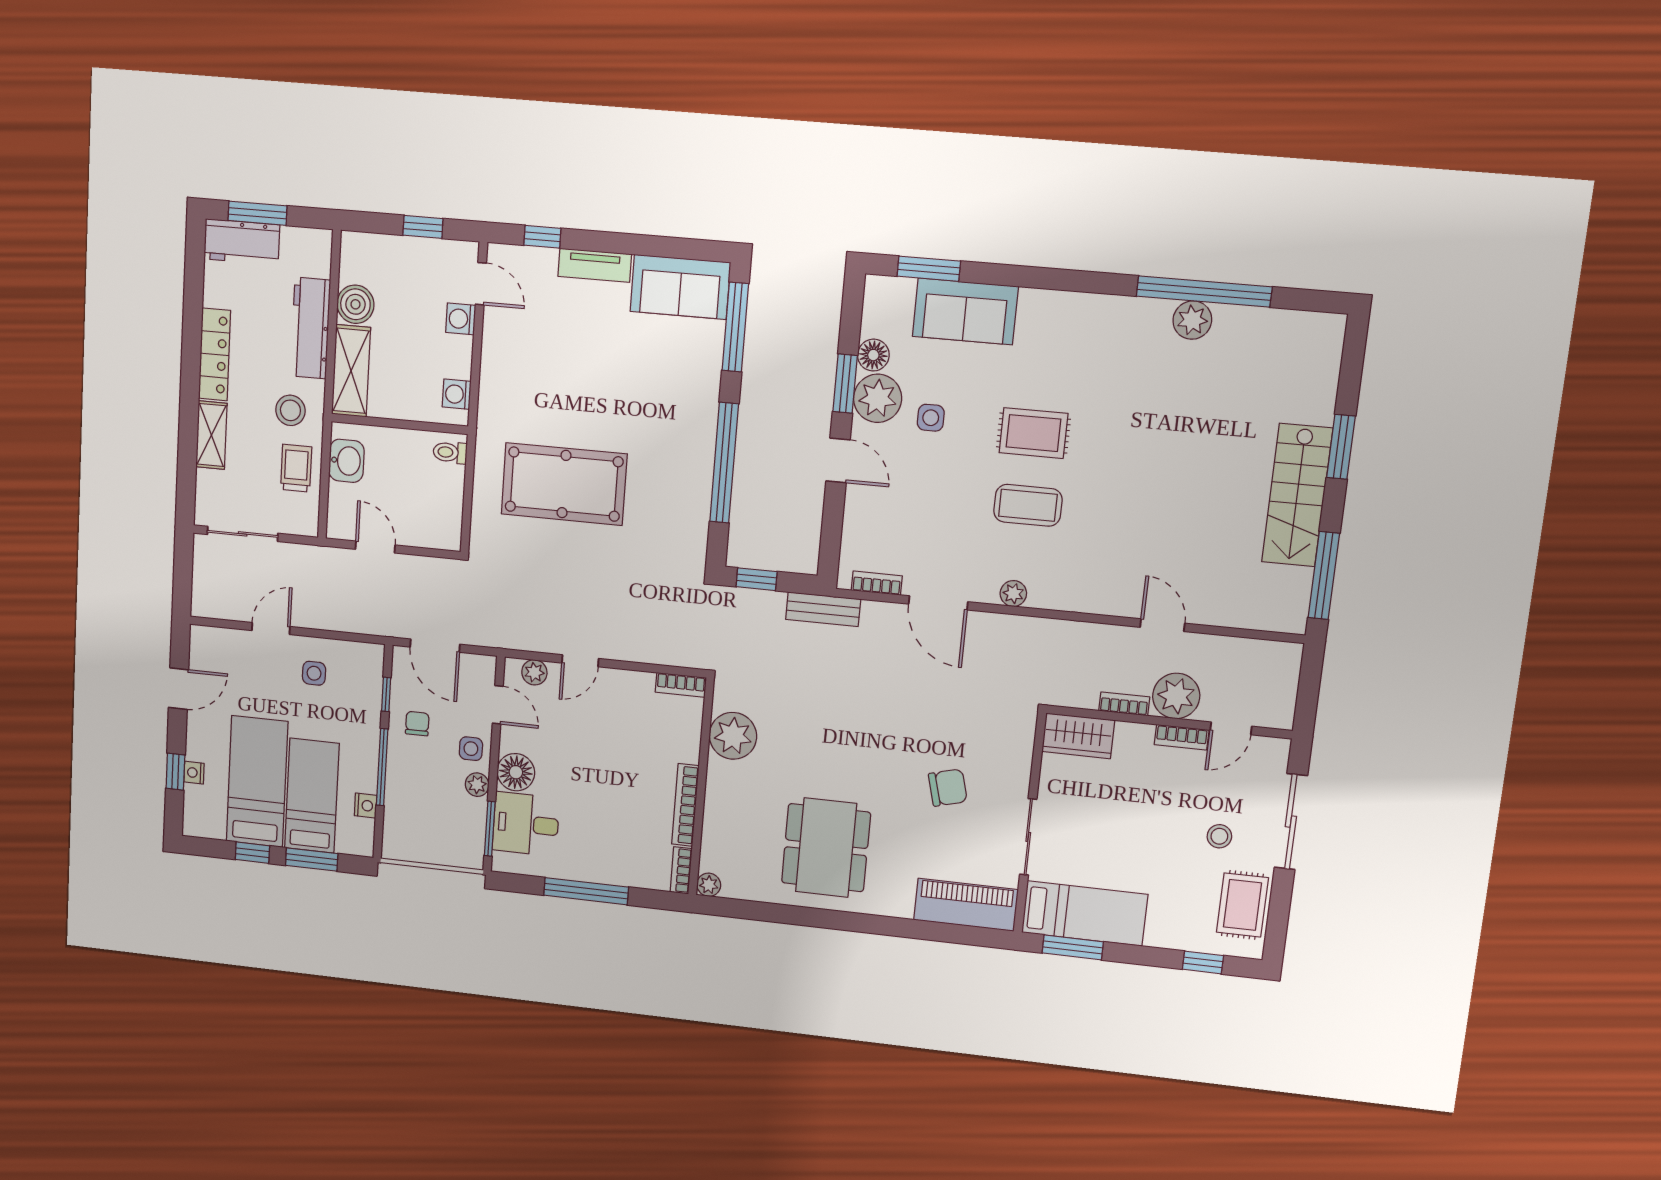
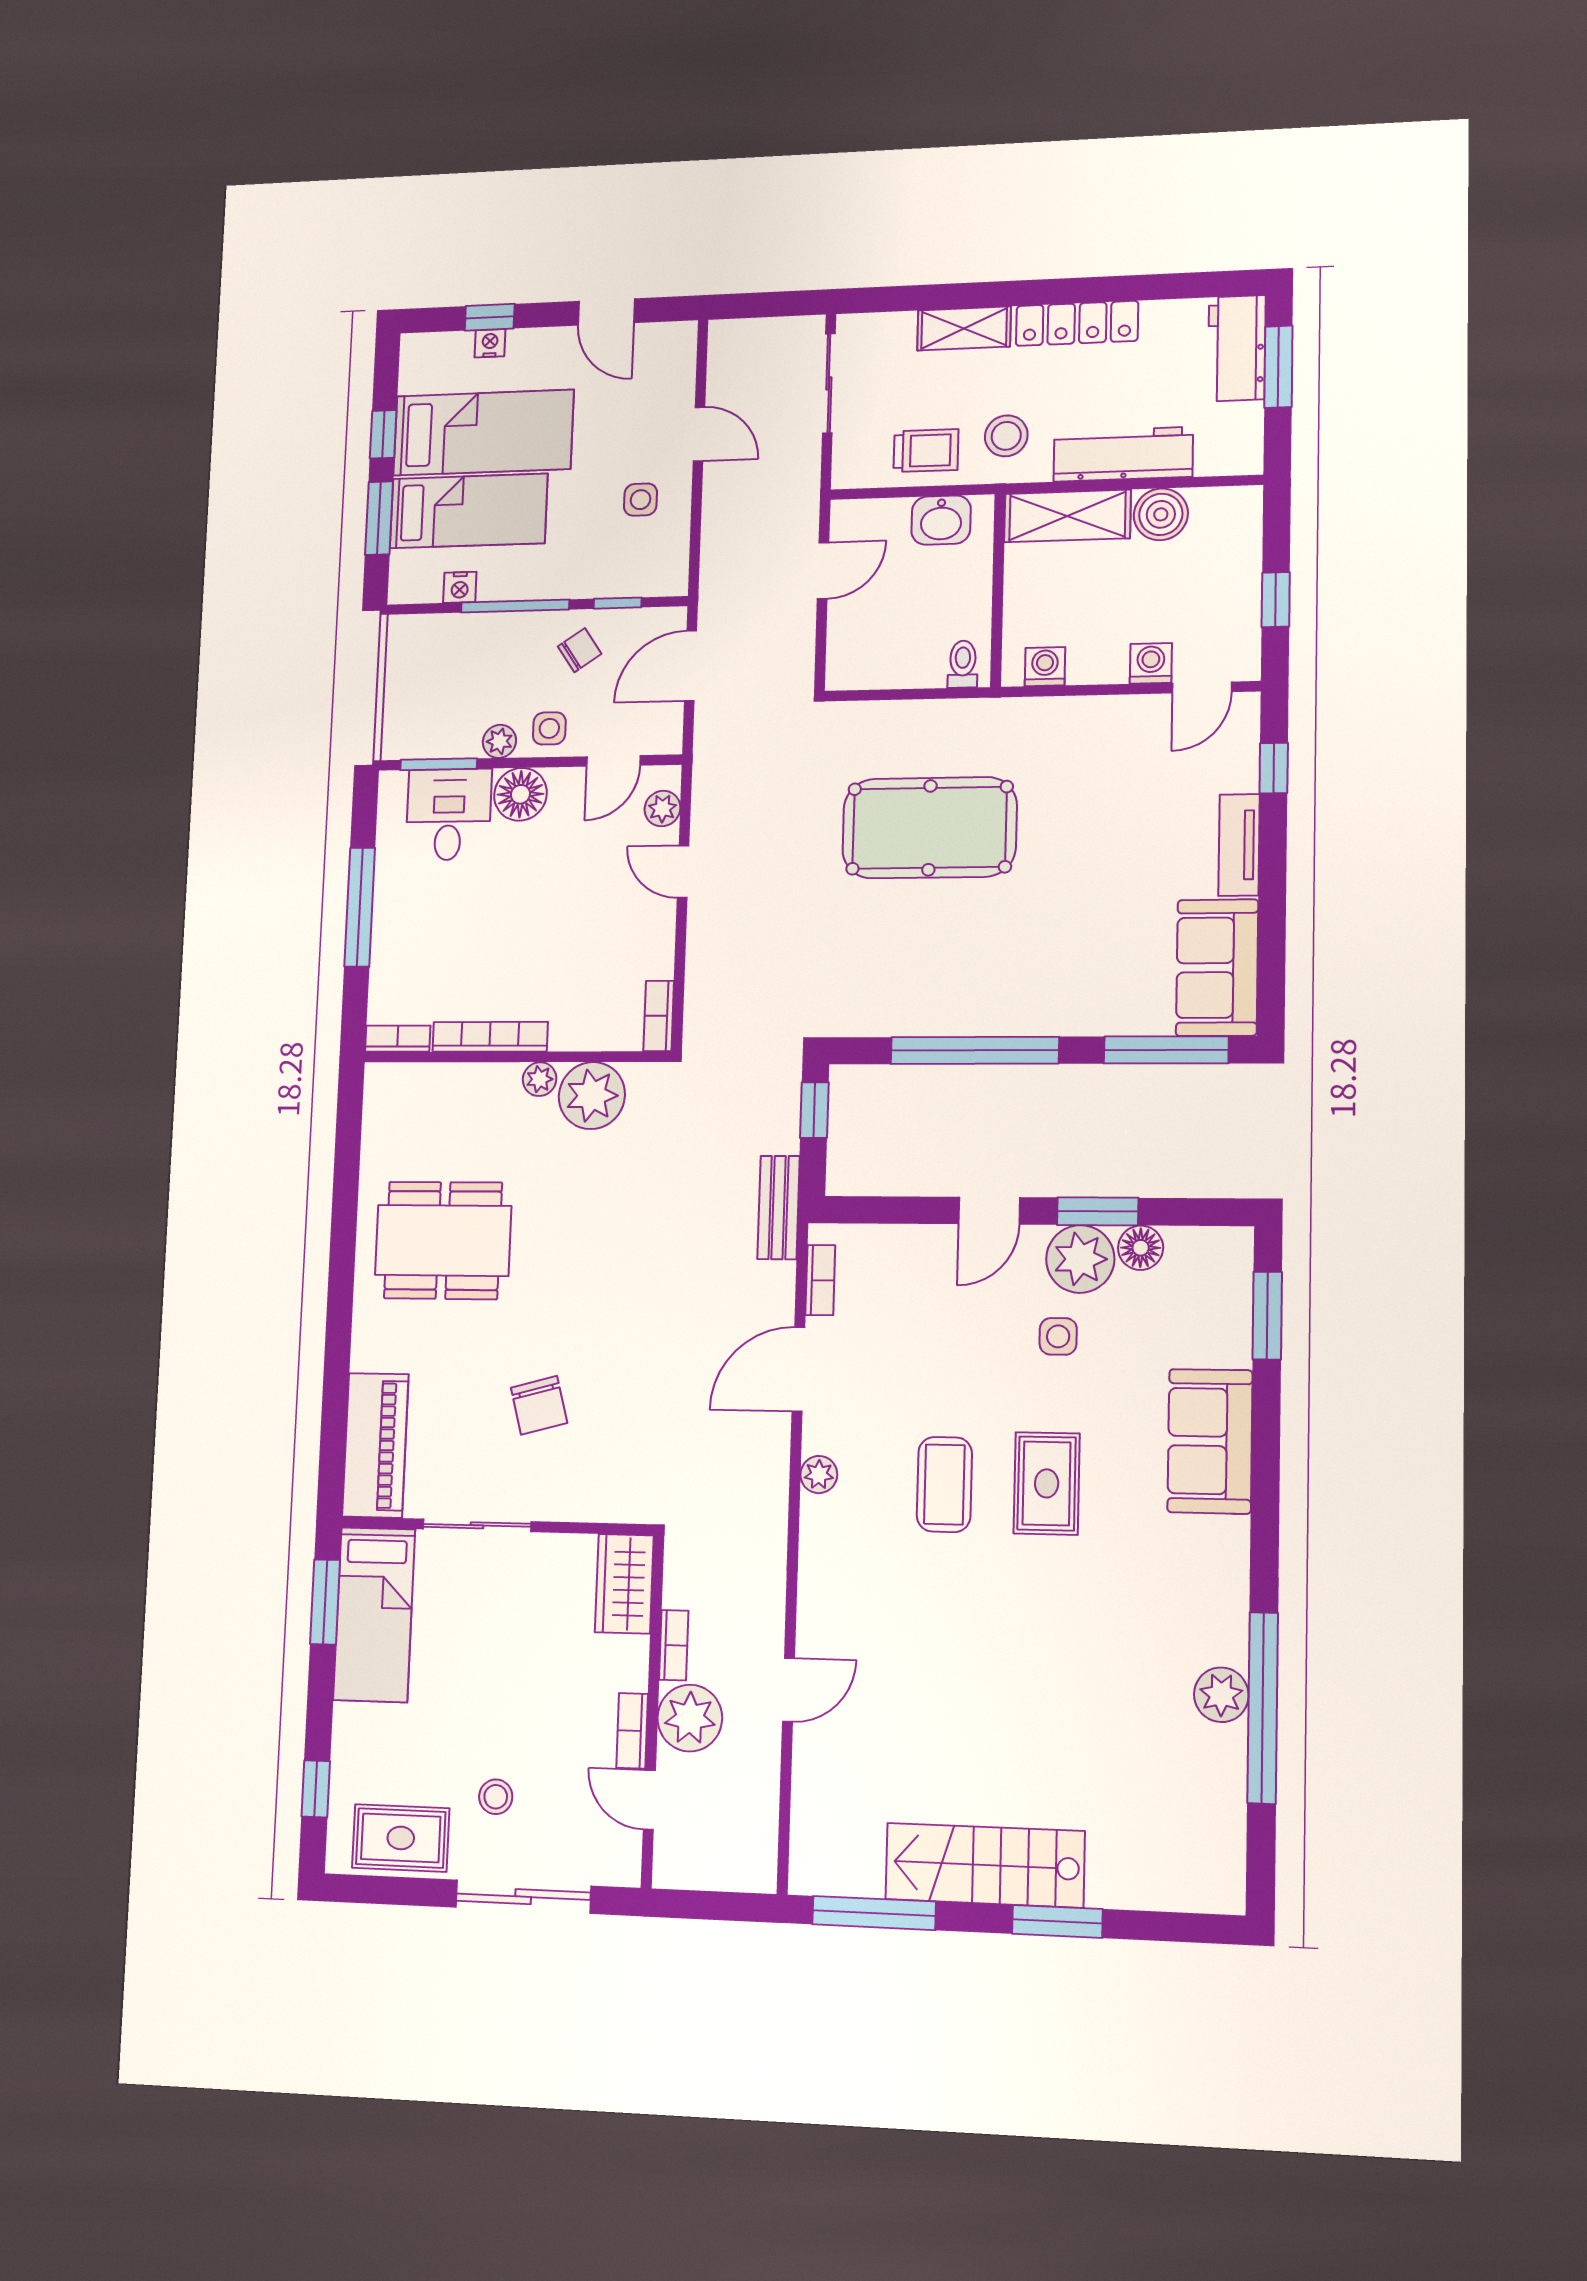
sofa: (965, 311) -> (1210, 1441), moved
pool table: (564, 484) -> (929, 828), turned 90
chair: (417, 724) -> (580, 650), turned -34
plant: (709, 885) -> (540, 1079), moved

